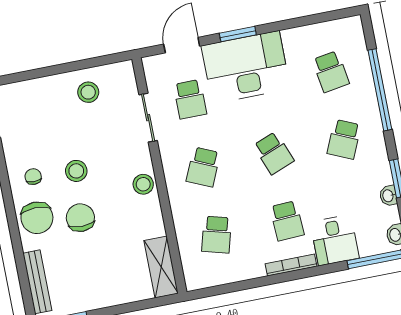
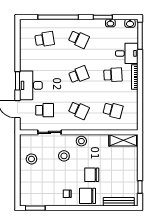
desk: (246, 67) -> (31, 85), width x0.73, depth x0.77
stool: (76, 171) -> (64, 156), moved
chair: (37, 218) -> (88, 196), turned 180

